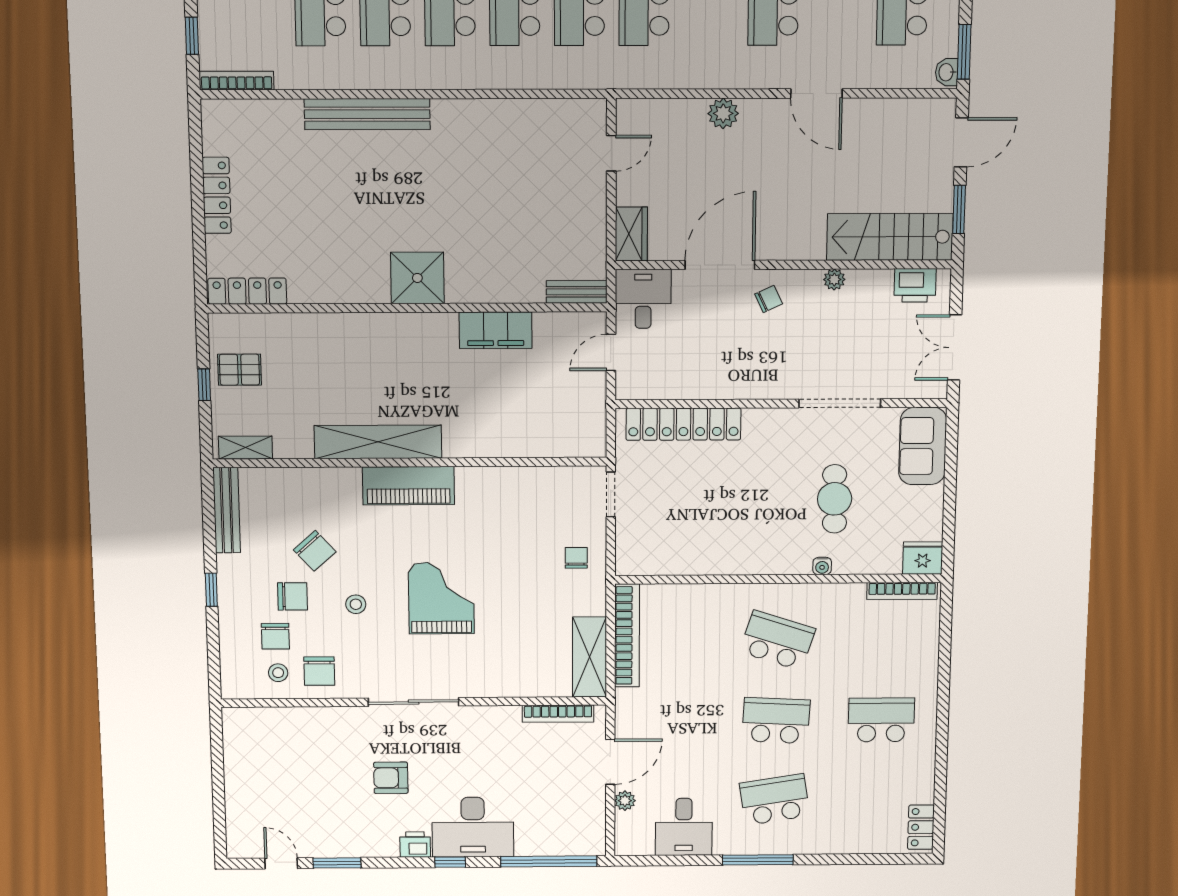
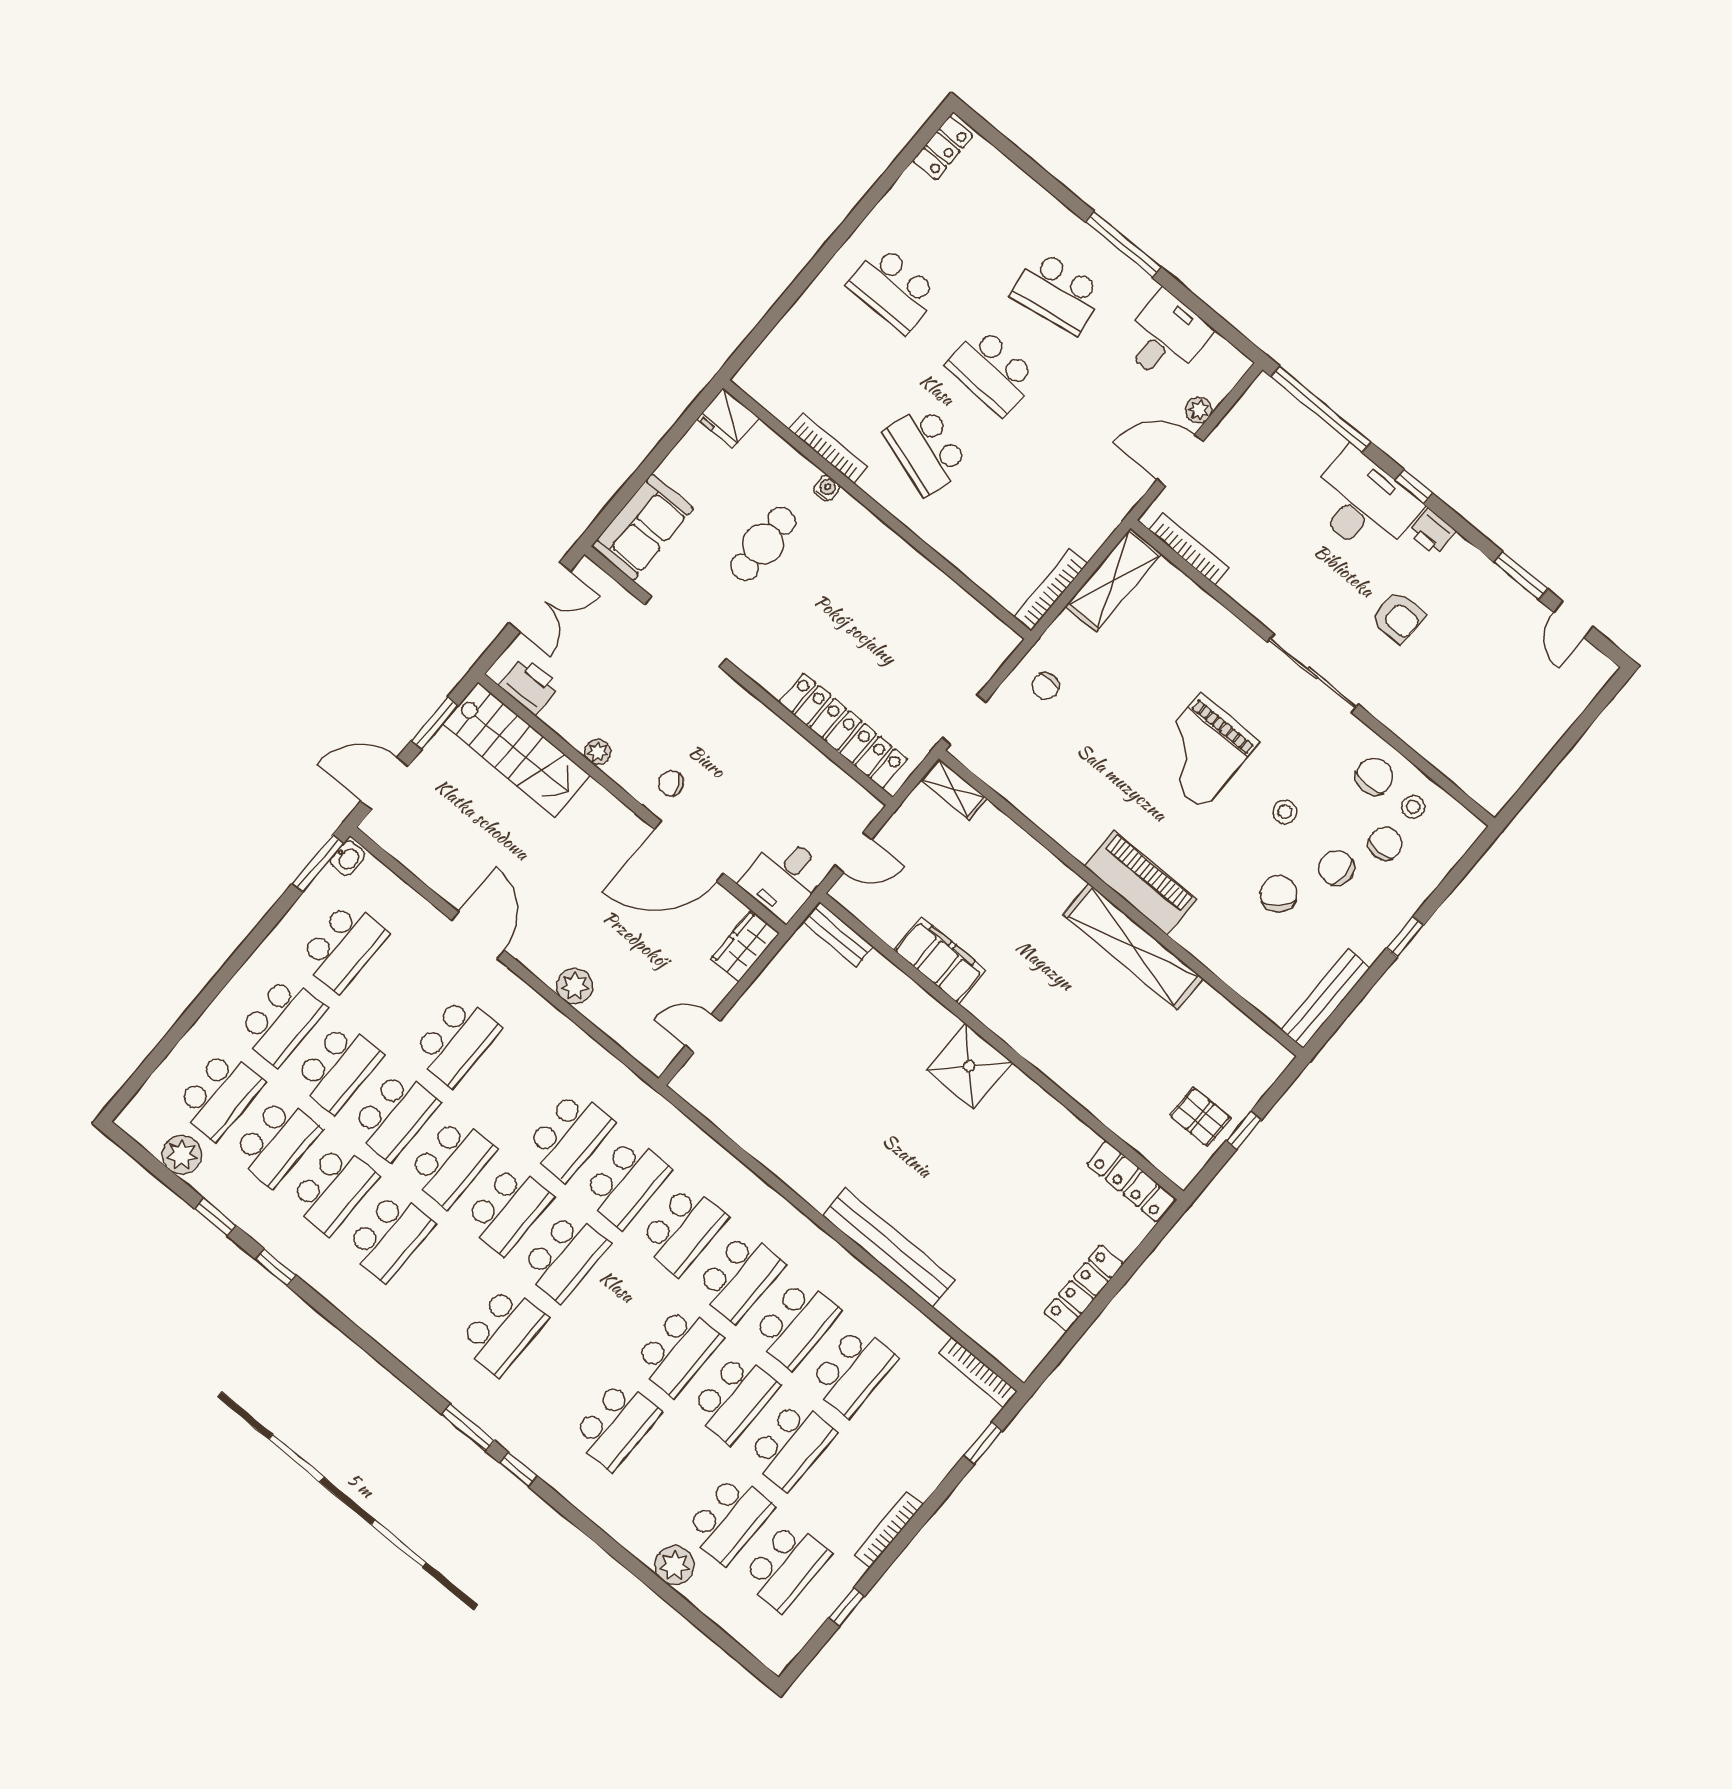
shelving: (245, 448) -> (954, 789), moved
bookcase: (902, 591) -> (828, 448), moved
bookcase: (627, 636) -> (1051, 590), width x0.68, depth x0.76

